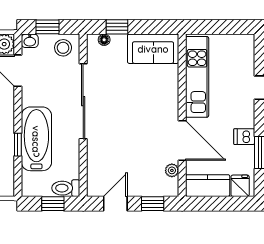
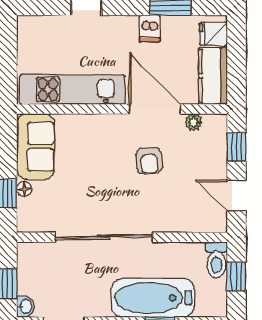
floor lamp: (104, 40) -> (24, 189), moved
stool: (63, 48) -> (35, 263), removed
armchair: (142, 136) -> (149, 161), added
door: (182, 141) -> (155, 109), hinge flipped

